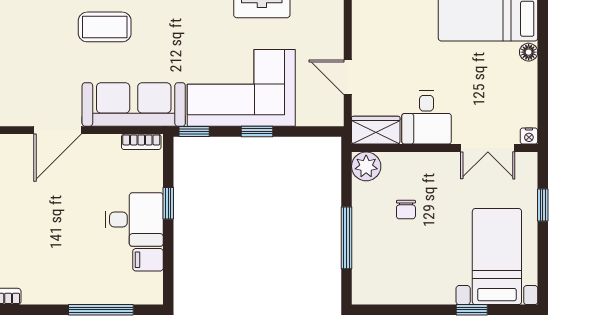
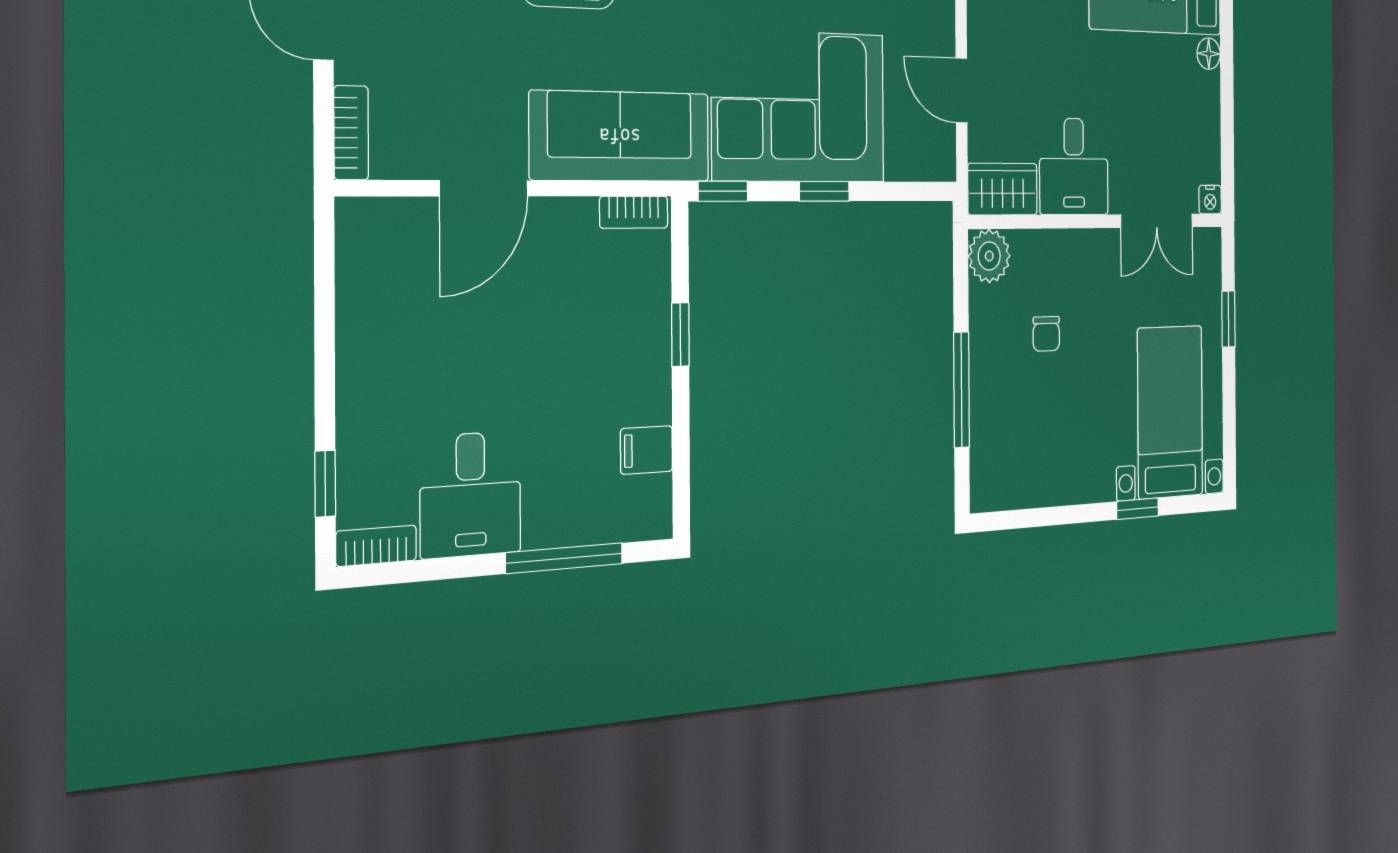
desk: (134, 220) -> (471, 495), moved, turned 90

